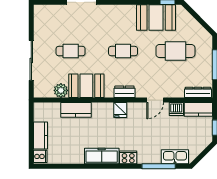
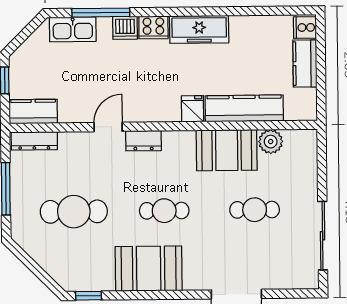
booth: (156, 18) -> (149, 269), moved
sliding door: (31, 60) -> (323, 236), moved
dresser: (124, 92) -> (143, 141), moved
dishwasher: (176, 109) -> (125, 28), moved, turned 180
kitchen counter: (76, 110) -> (244, 108), width x1.50
fridge: (120, 110) -> (193, 109), moved

